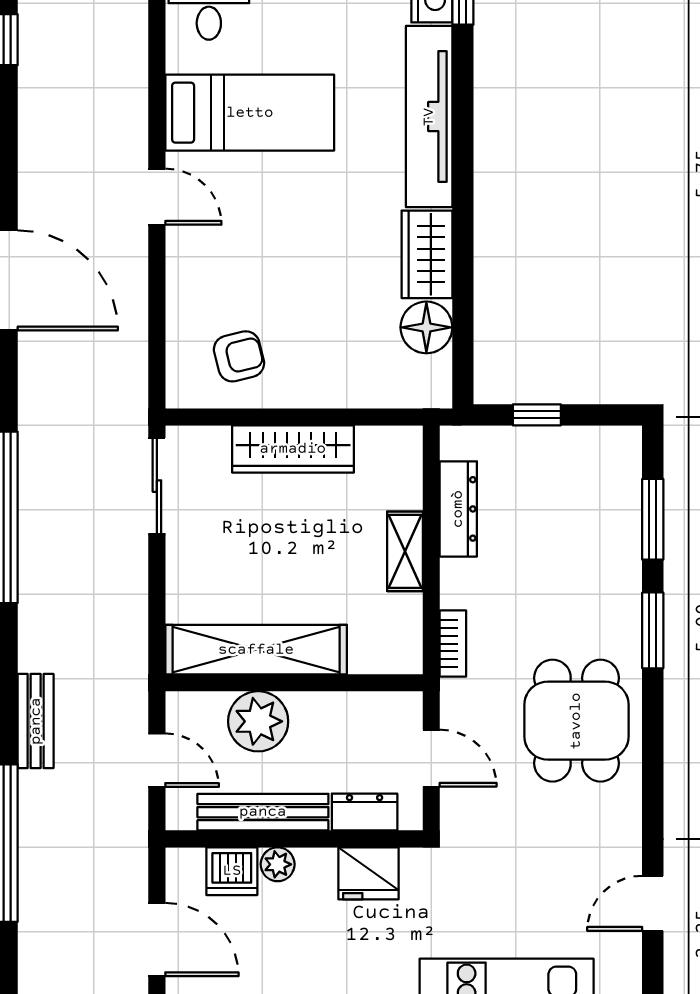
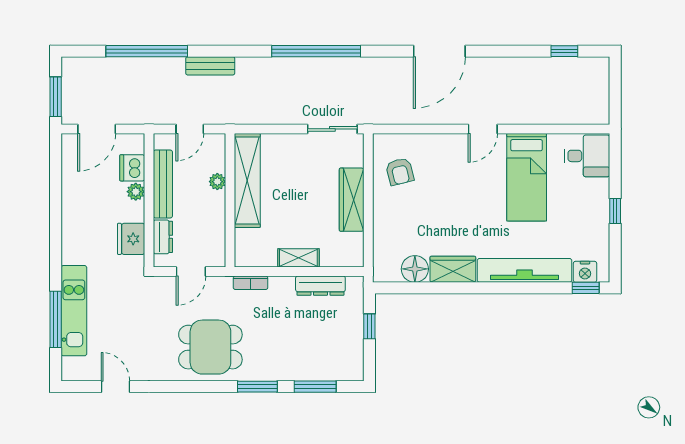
plant: (258, 721) -> (217, 182), width x0.53, depth x0.53

